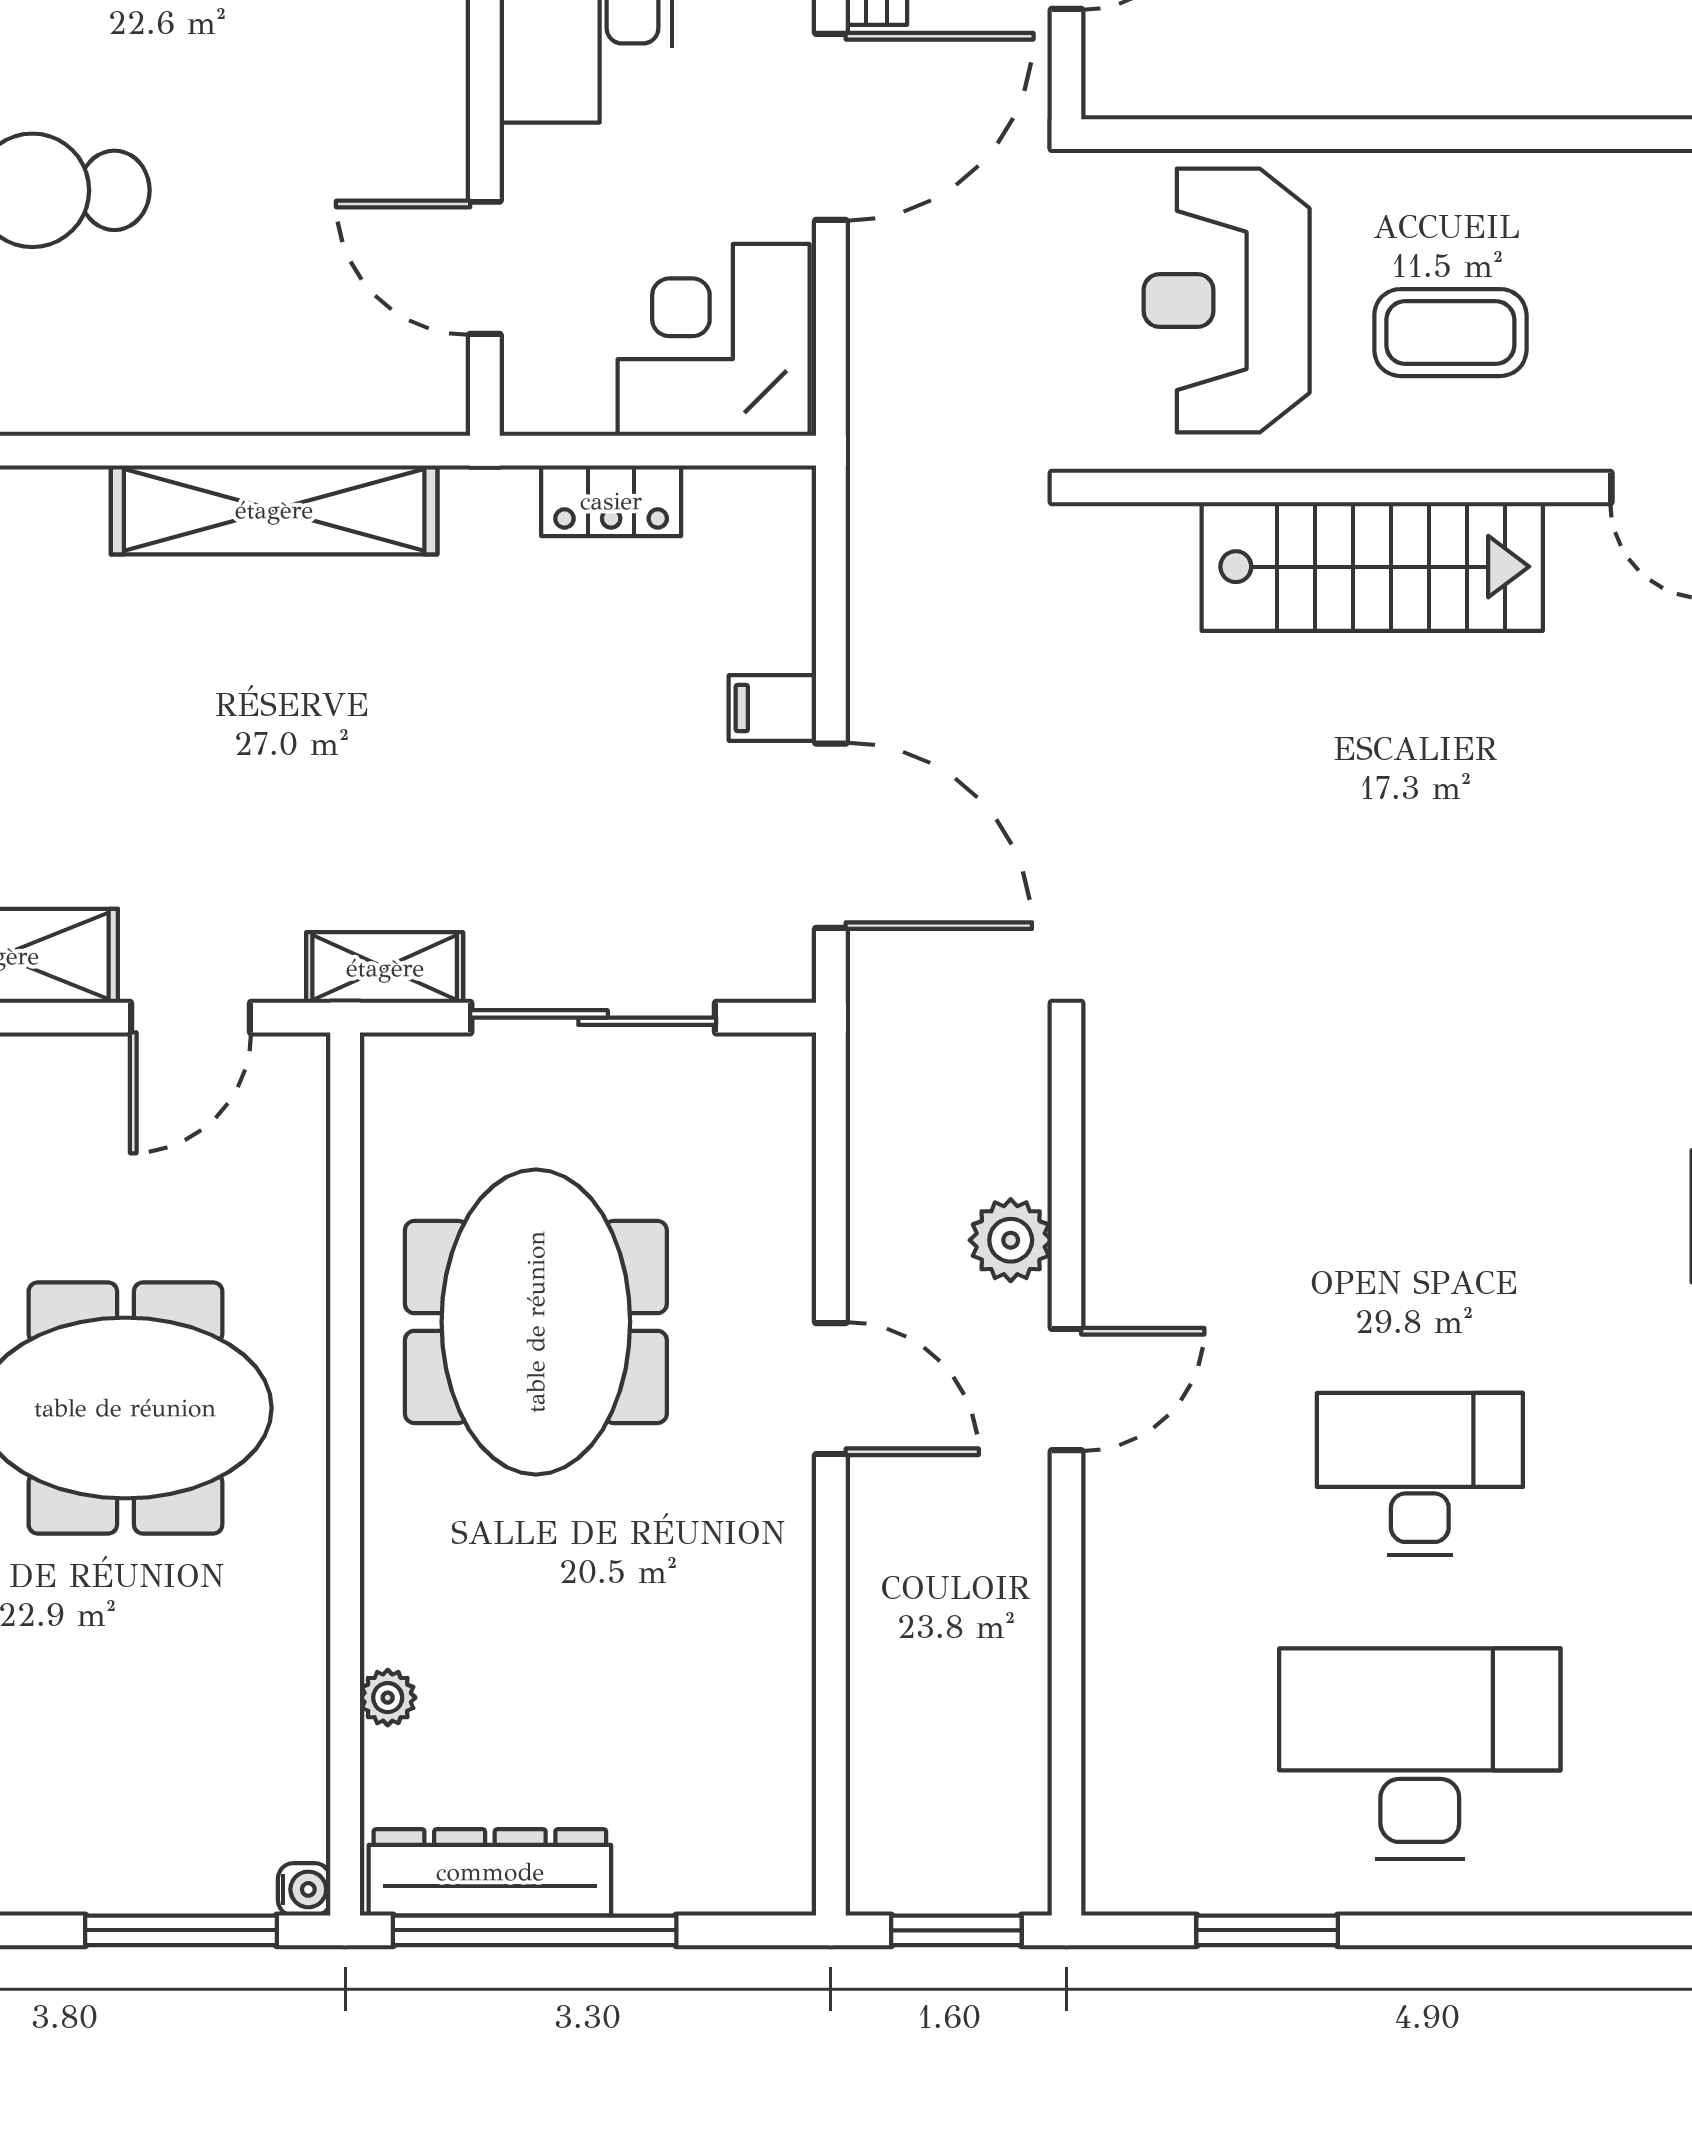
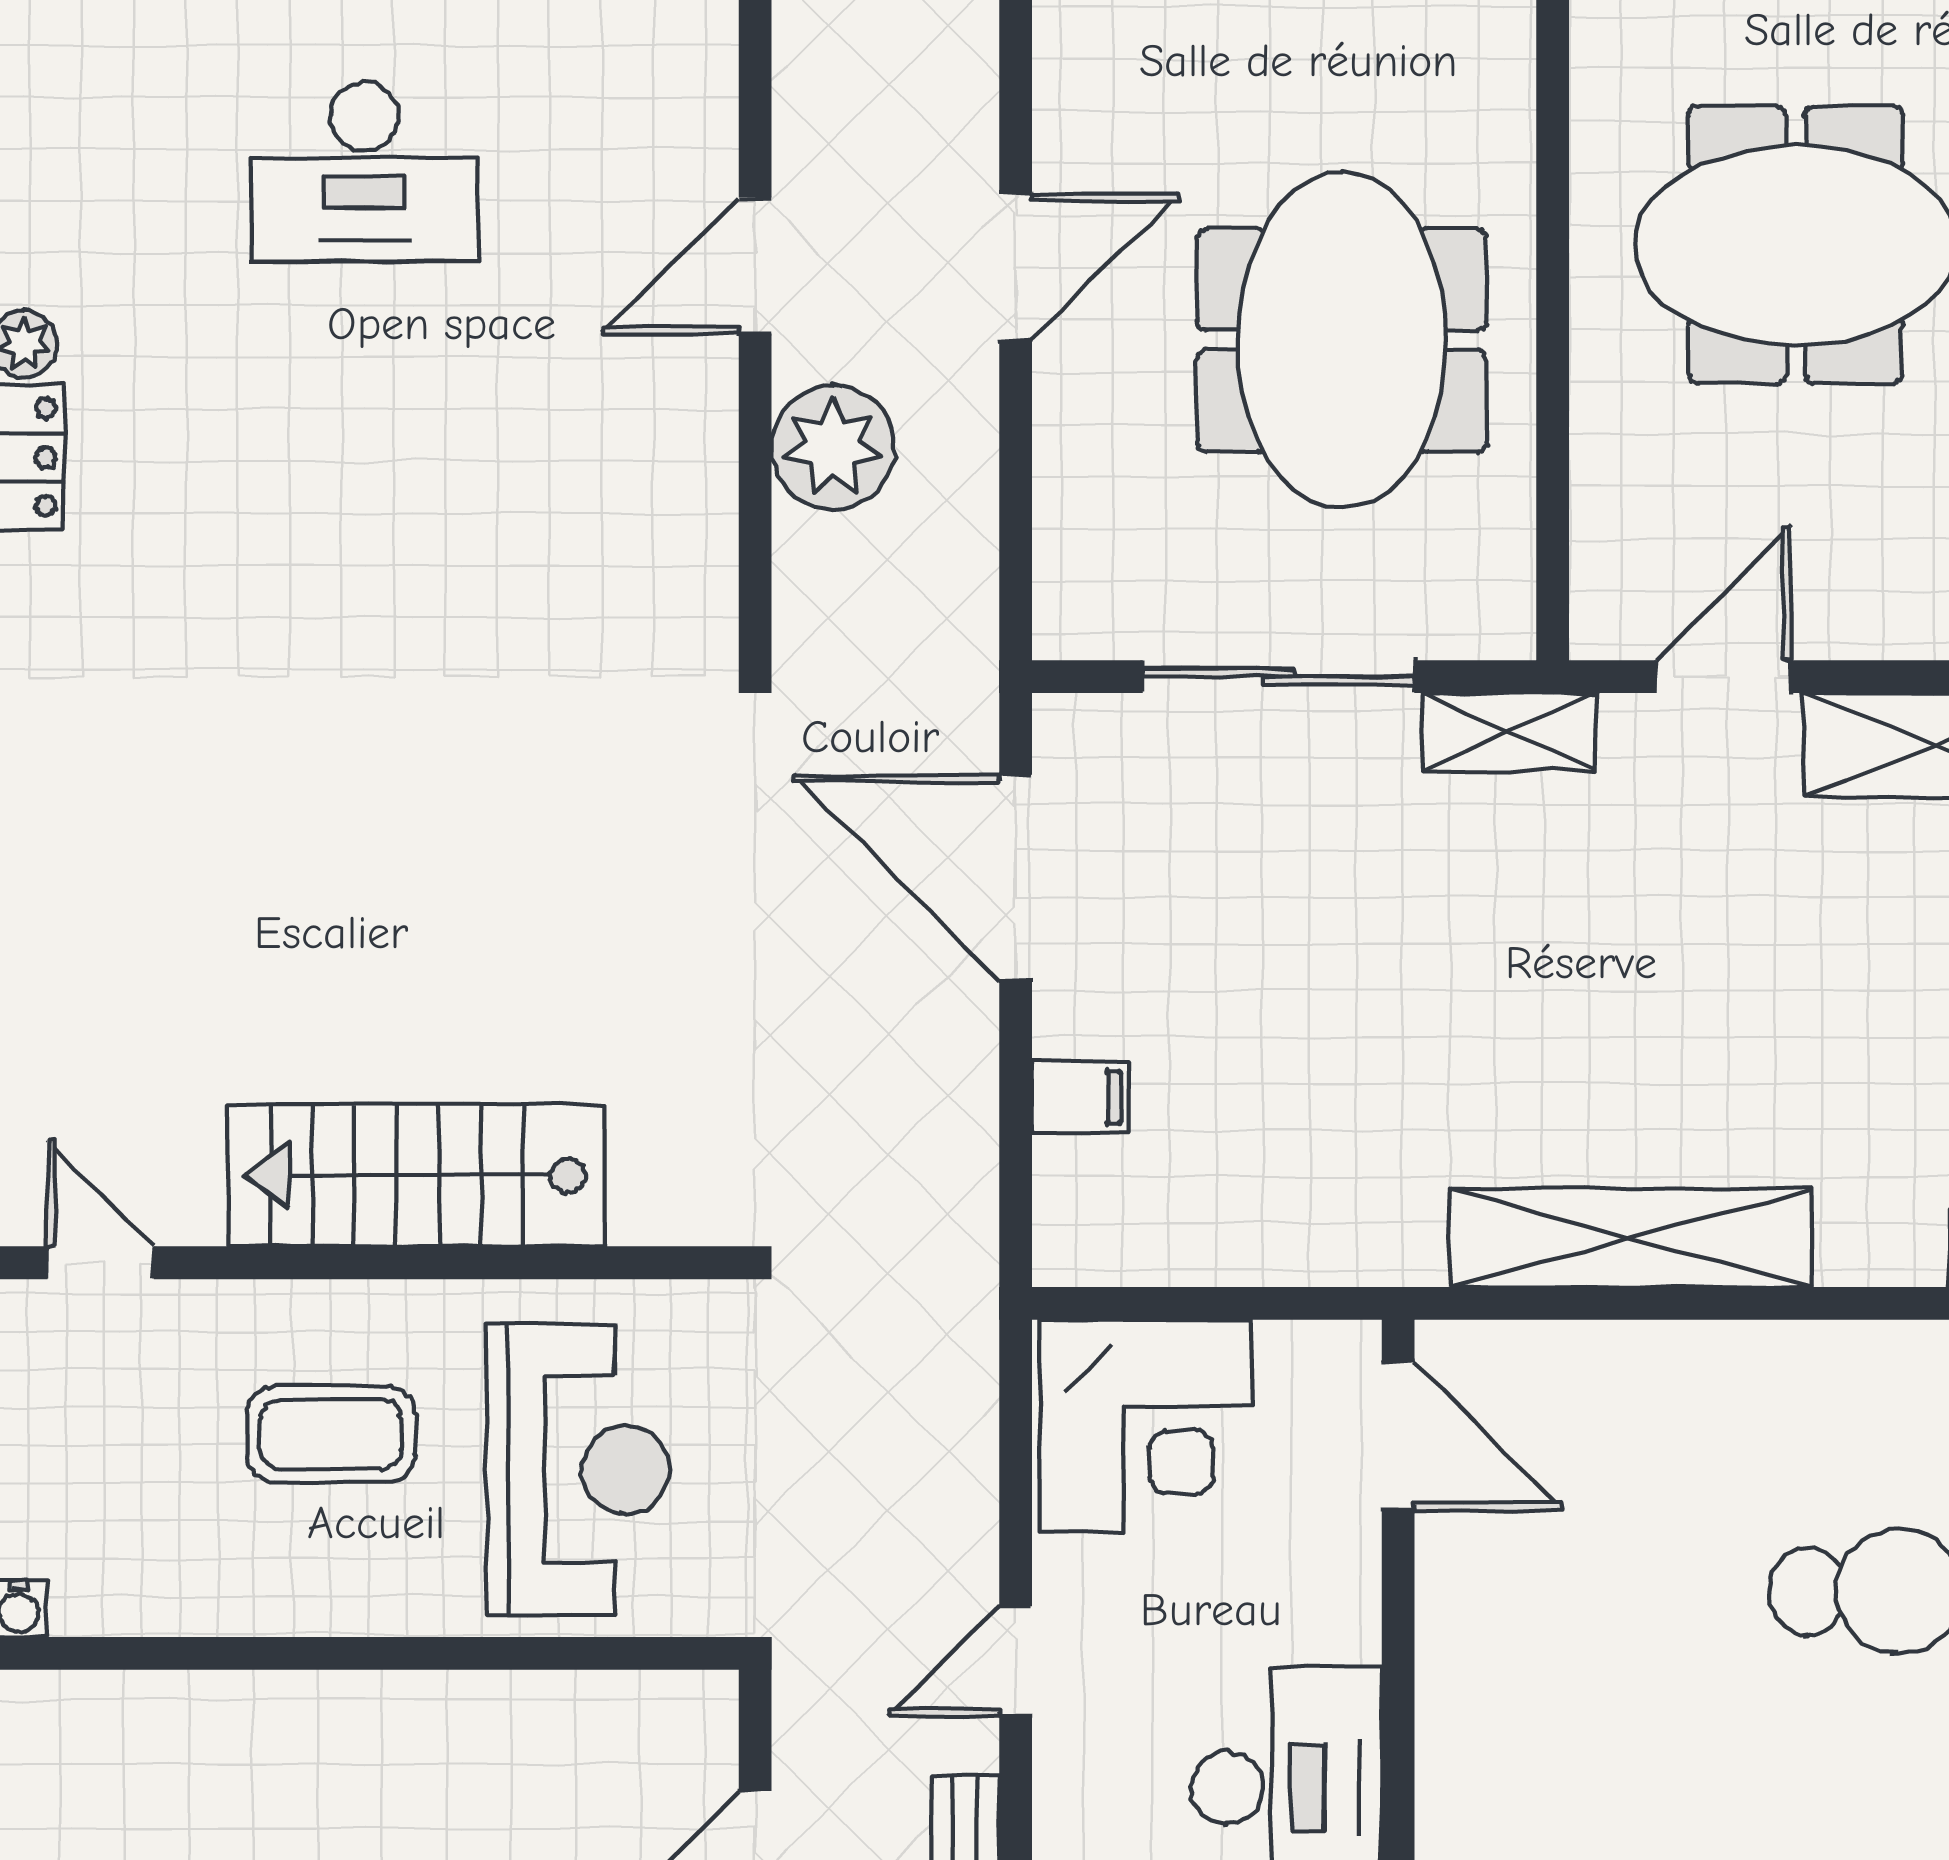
door: (831, 127) -> (1016, 1661), width x0.53
door: (485, 268) -> (1398, 1436), moved
locker: (611, 501) -> (1259, 1248), removed
filing cabinet: (772, 708) -> (1080, 1097), moved
plant: (1011, 1240) -> (833, 447), width x1.36, depth x1.36
door: (831, 1389) -> (1016, 267), swing flipped

